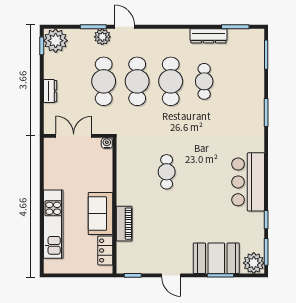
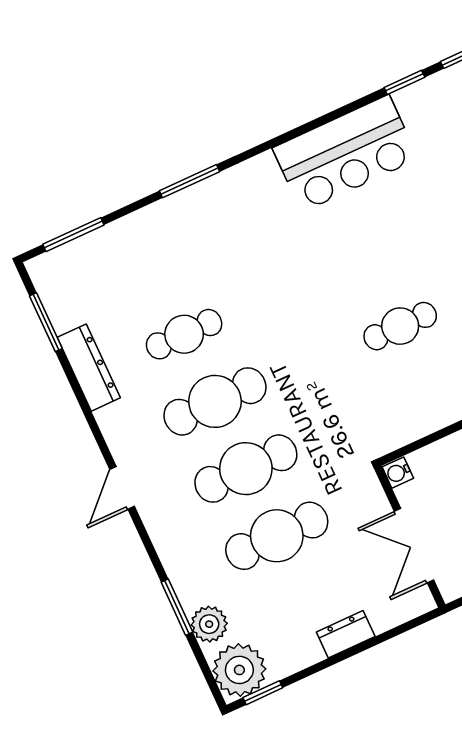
door: (125, 27) -> (122, 488), moved
plant: (102, 37) -> (209, 624), moved

